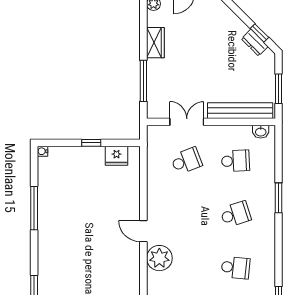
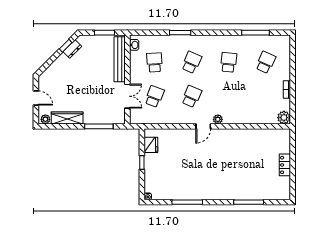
wardrobe: (155, 43) -> (67, 118), width x1.50
double door: (187, 122) -> (127, 96), swing flipped
school desk: (186, 161) -> (154, 96), turned 42
school desk: (186, 214) -> (192, 96), added
school desk: (236, 214) -> (192, 62), turned 42
plant: (159, 258) -> (218, 119), width x0.53, depth x0.53

